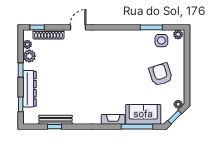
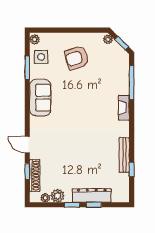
window: (37, 27) -> (27, 171), moved
window: (21, 104) -> (94, 205), moved
sofa: (143, 114) -> (40, 98), moved, turned 180
bench: (55, 120) -> (124, 155), moved

